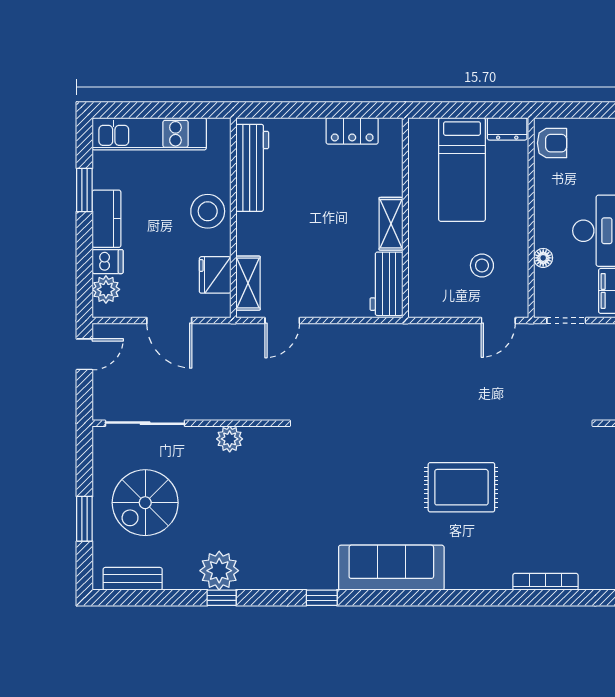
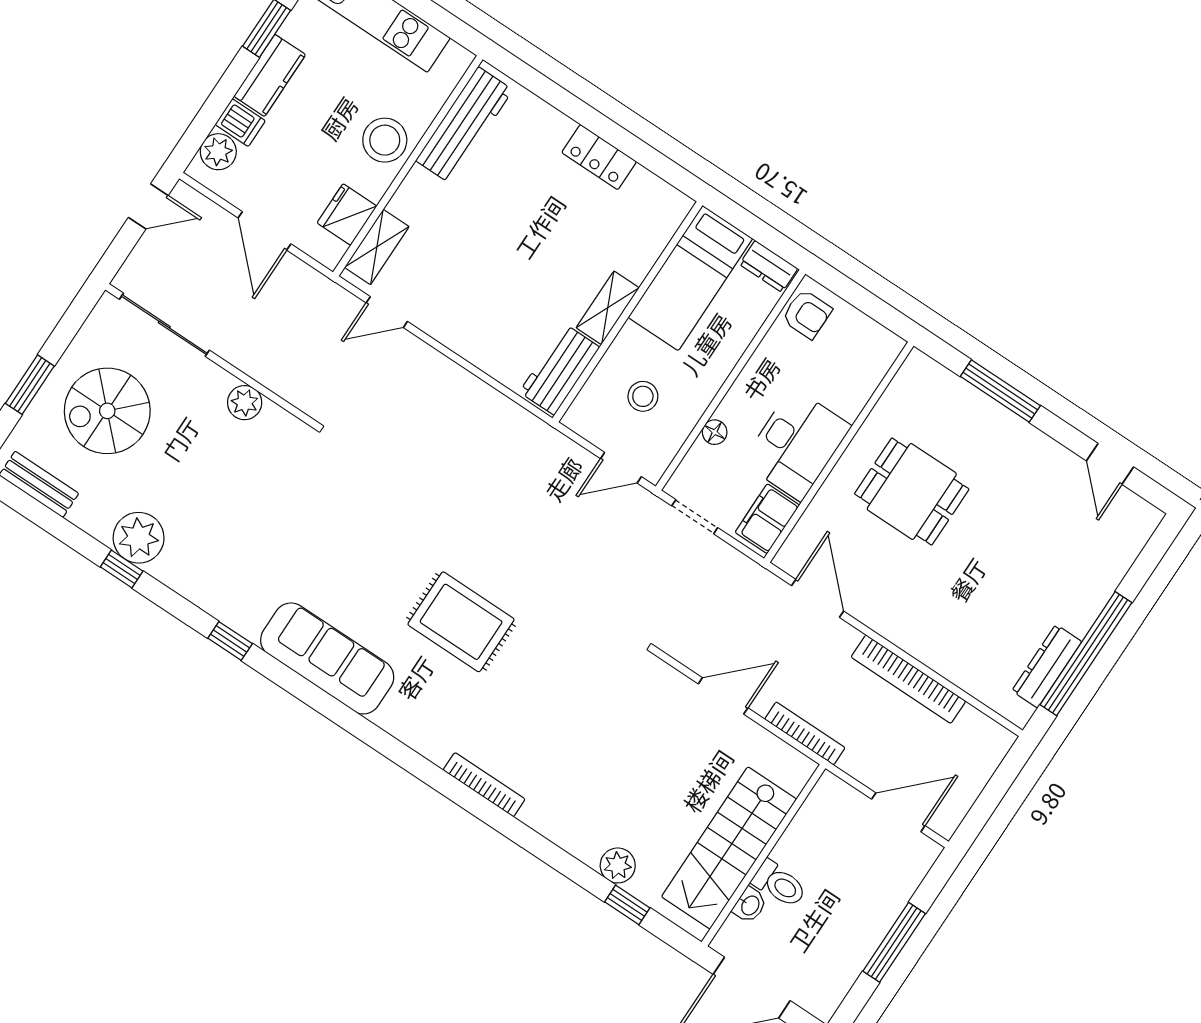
wall: (405, 218) -> (628, 312), moved
shelving: (391, 224) -> (608, 308), moved
workbench: (386, 284) -> (560, 370), moved

